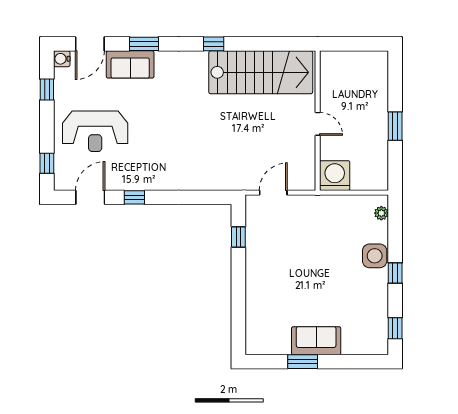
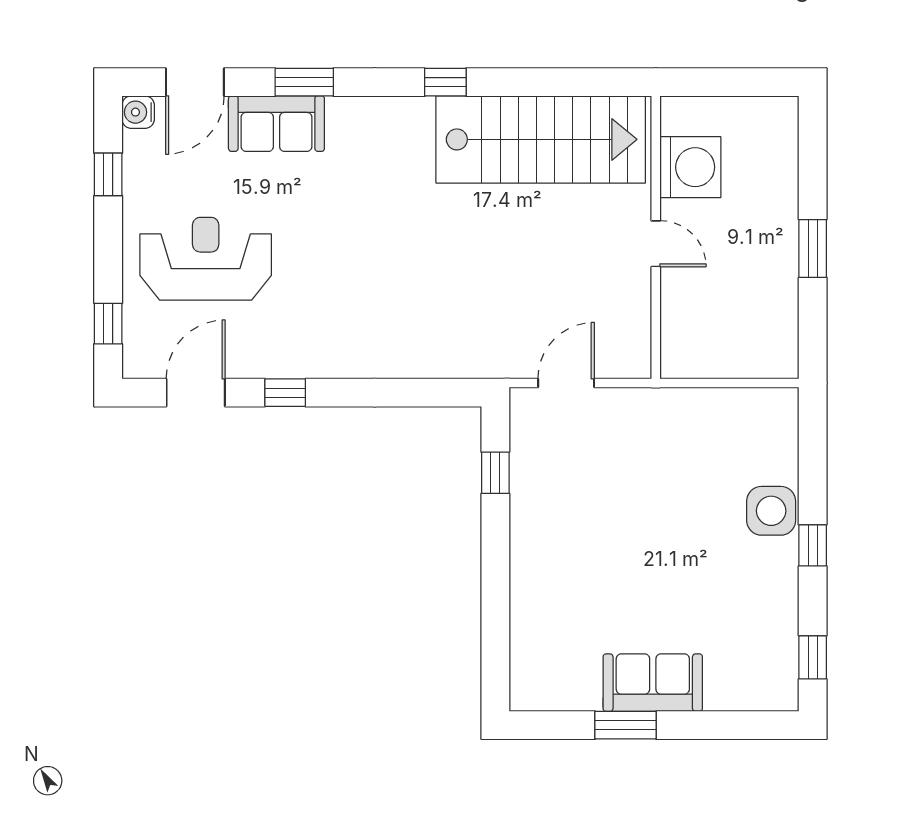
reception desk: (95, 131) -> (206, 259), turned 180
washing machine: (335, 176) -> (690, 167), moved, turned 90
plant: (381, 213) -> (785, 424), removed

